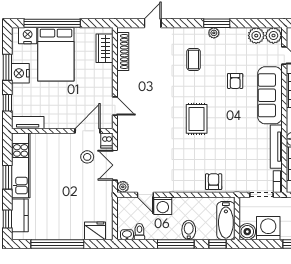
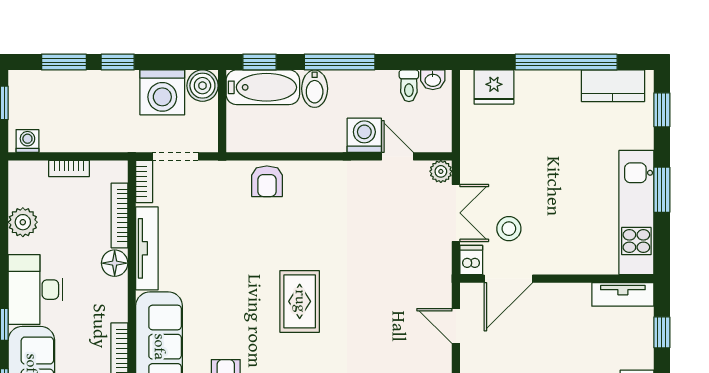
kitchen counter: (20, 215) -> (613, 86), moved, turned -90
bathtub: (226, 221) -> (263, 87), moved, turned 90

